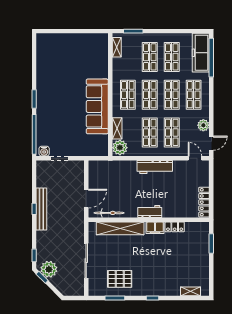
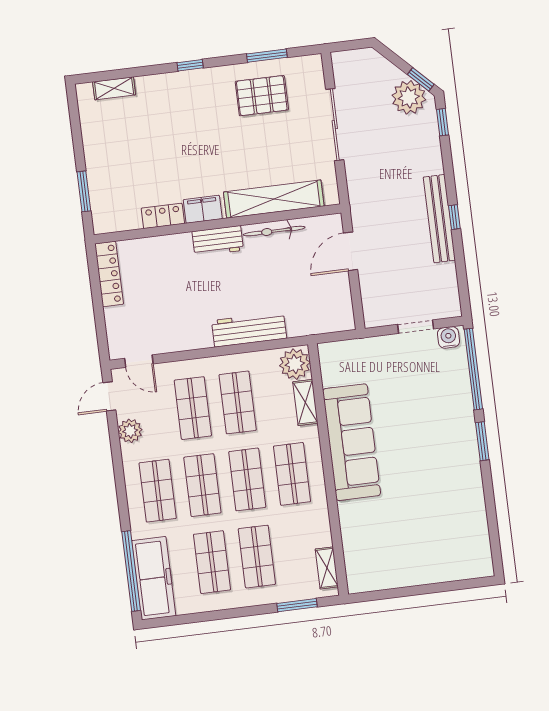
workbench: (155, 167) -> (249, 329), moved
bicycle: (109, 213) -> (274, 231), moved

